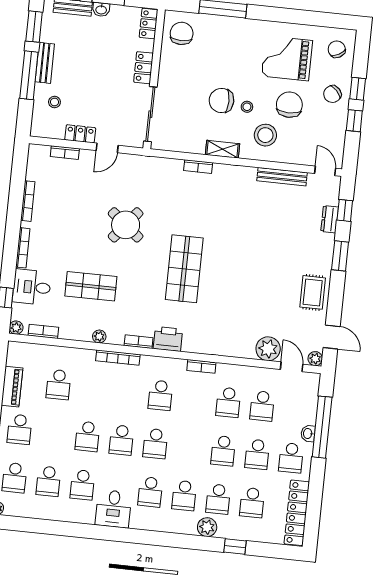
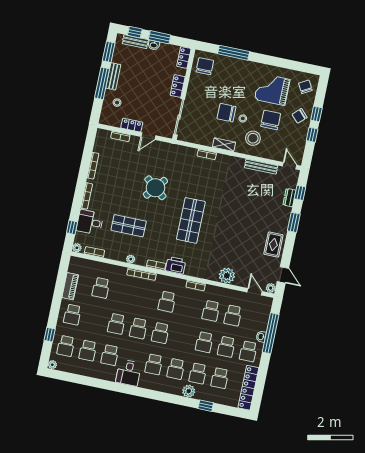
plant: (268, 349) -> (227, 276), moved

